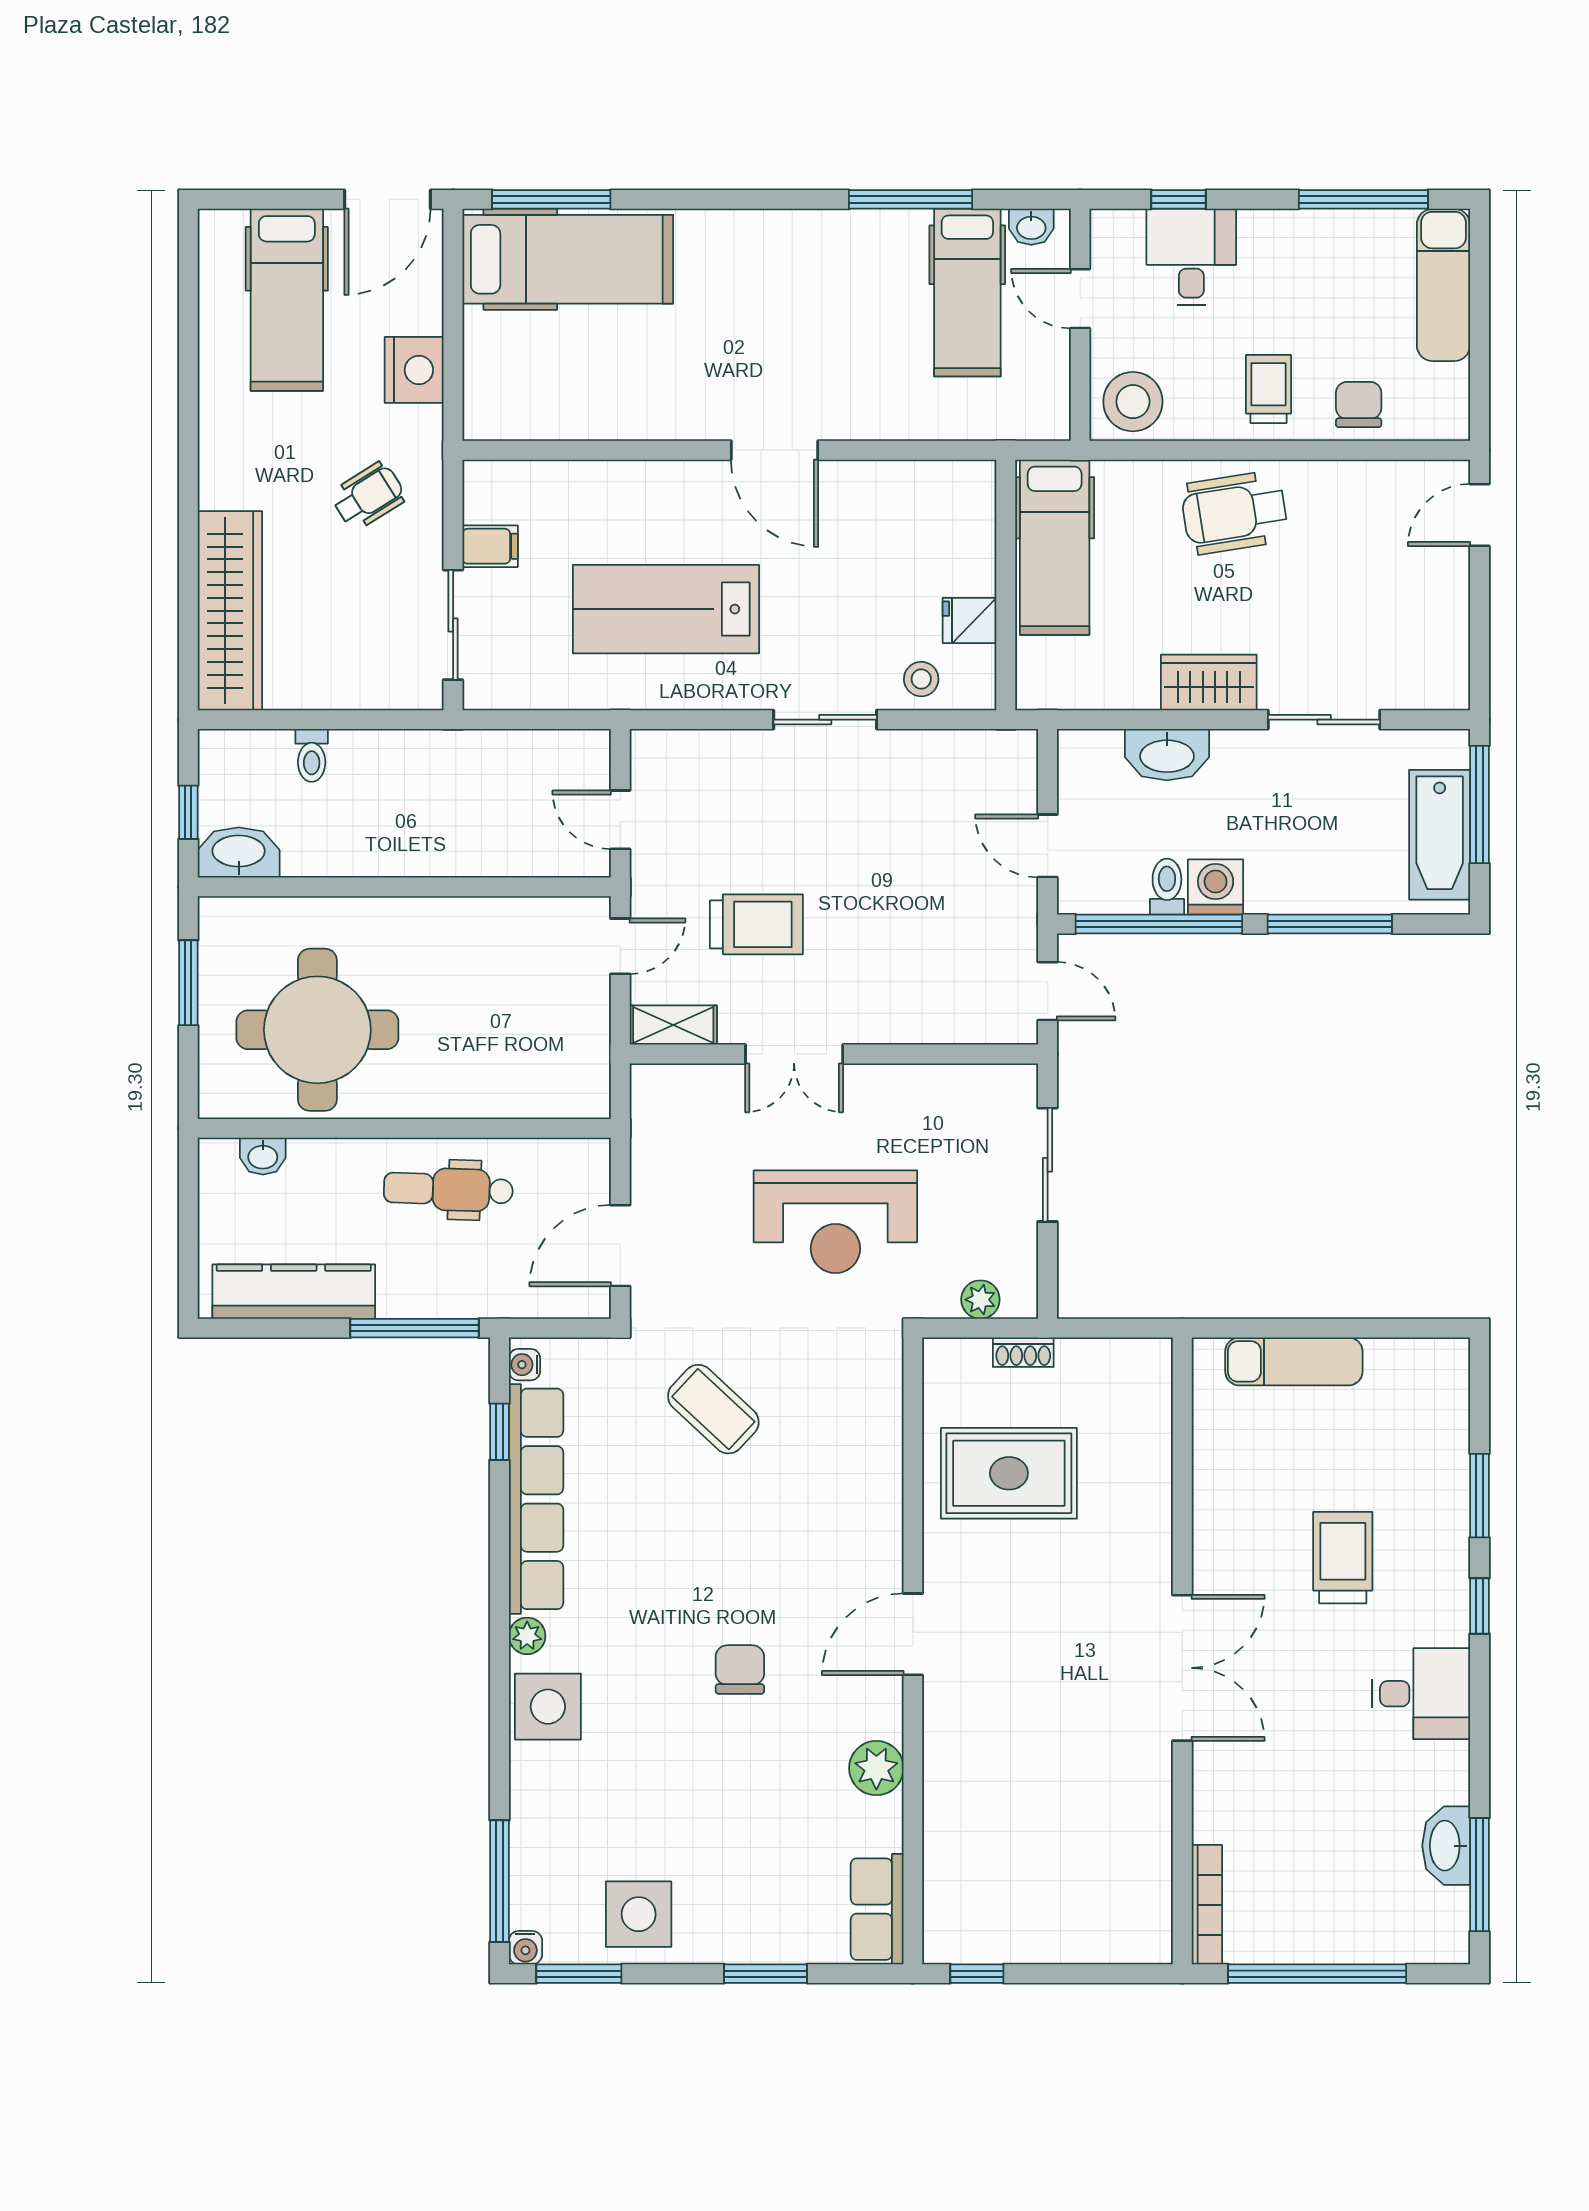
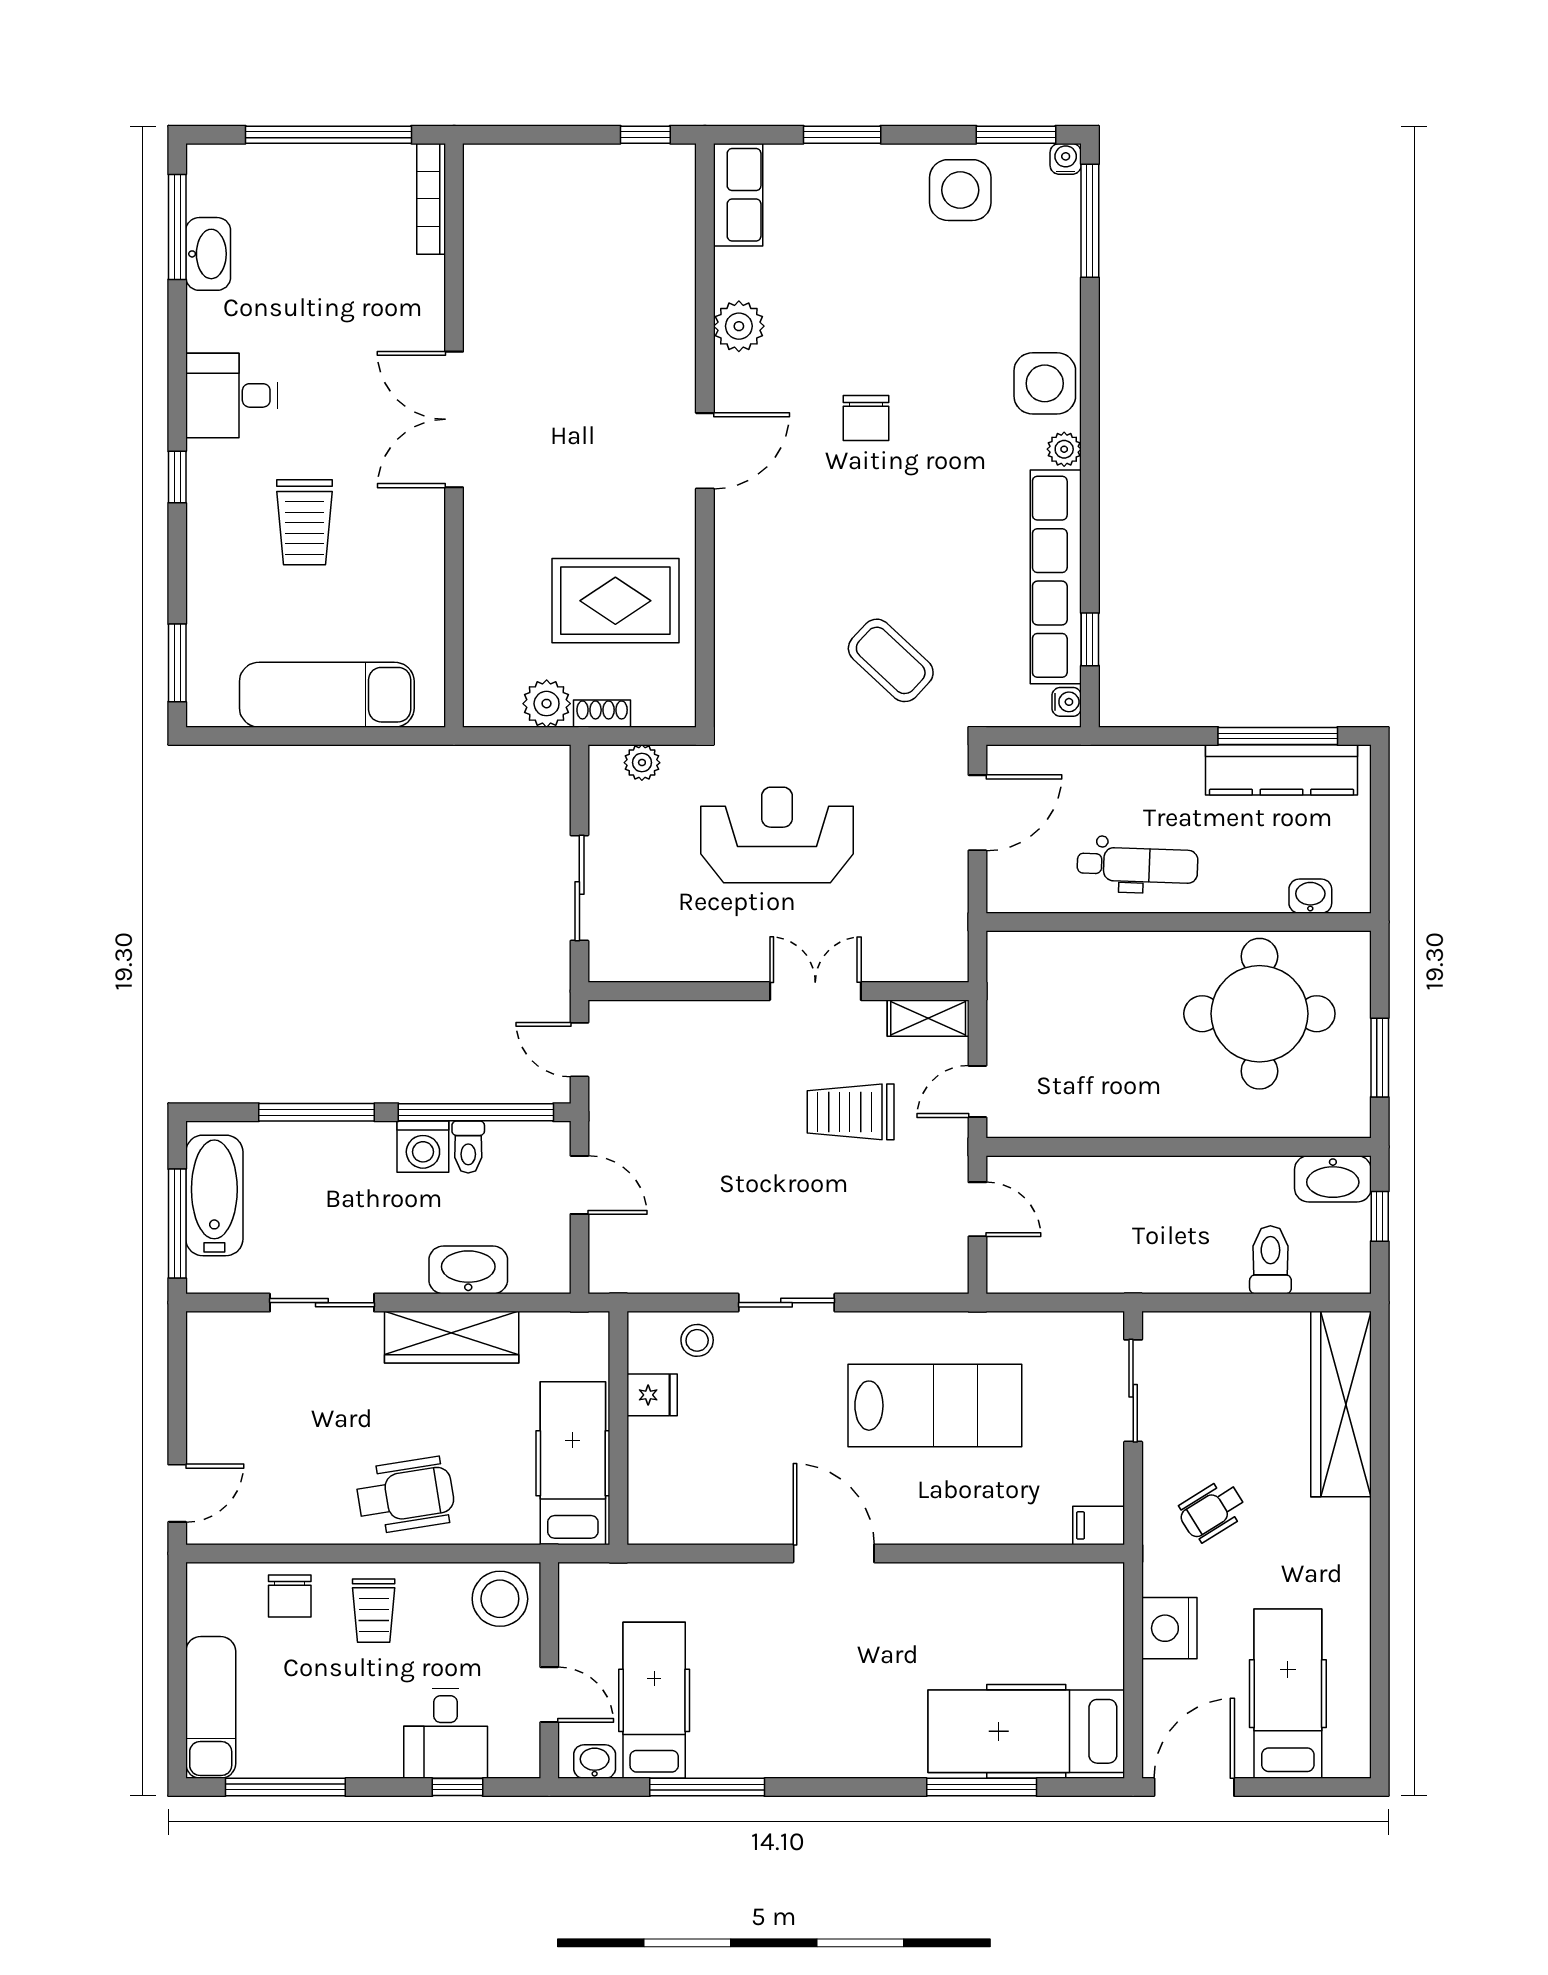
window: (551, 199) -> (982, 1787), moved
filing cabinet: (490, 546) -> (1099, 1525), moved
wardrobe: (1209, 683) -> (452, 1337), width x1.50
toilet: (312, 755) -> (1270, 1260), width x1.37, depth x1.39
window: (415, 1328) -> (1278, 736), moved
exam couch: (1294, 1361) -> (327, 695), width x1.36, depth x1.45
plant: (1083, 1363) -> (547, 704), added
window: (1479, 1496) -> (177, 663), moved

